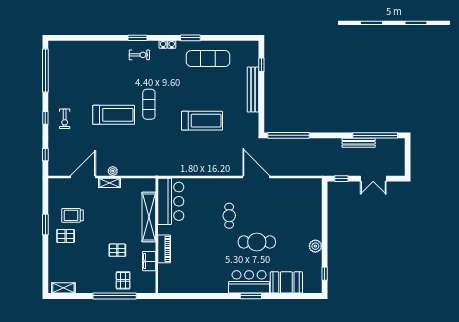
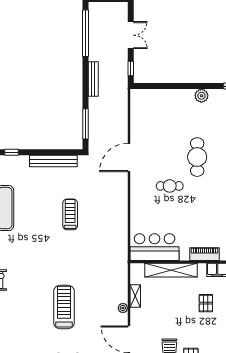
bench: (253, 90) -> (53, 161), moved
exercise mat: (149, 104) -> (53, 270), removed
treadmill: (202, 121) -> (70, 214), width x0.73, depth x0.73
window: (289, 135) -> (85, 124), width x0.68
bench: (359, 143) -> (93, 79), moved
shelving: (110, 183) -> (135, 296), moved

